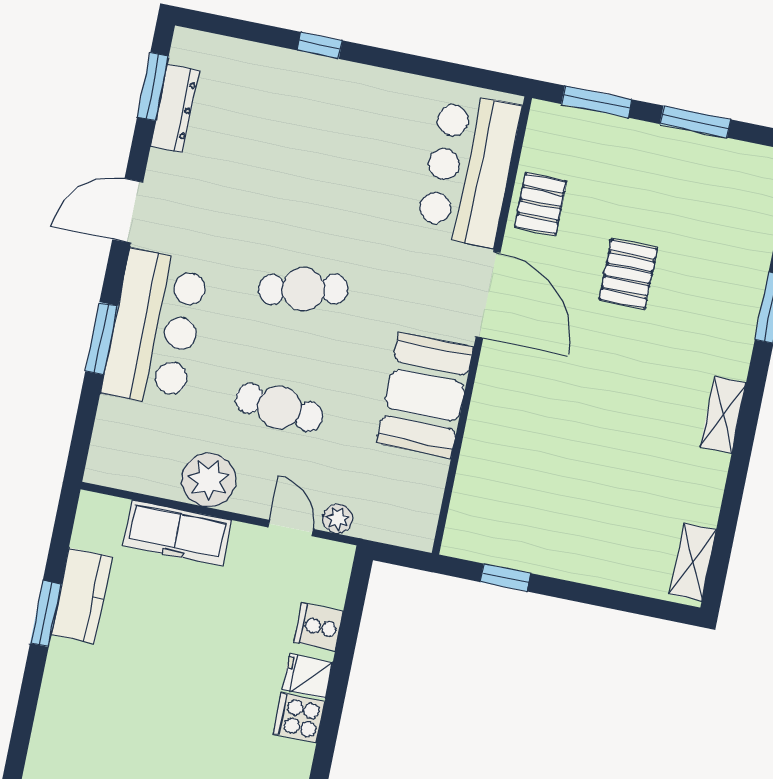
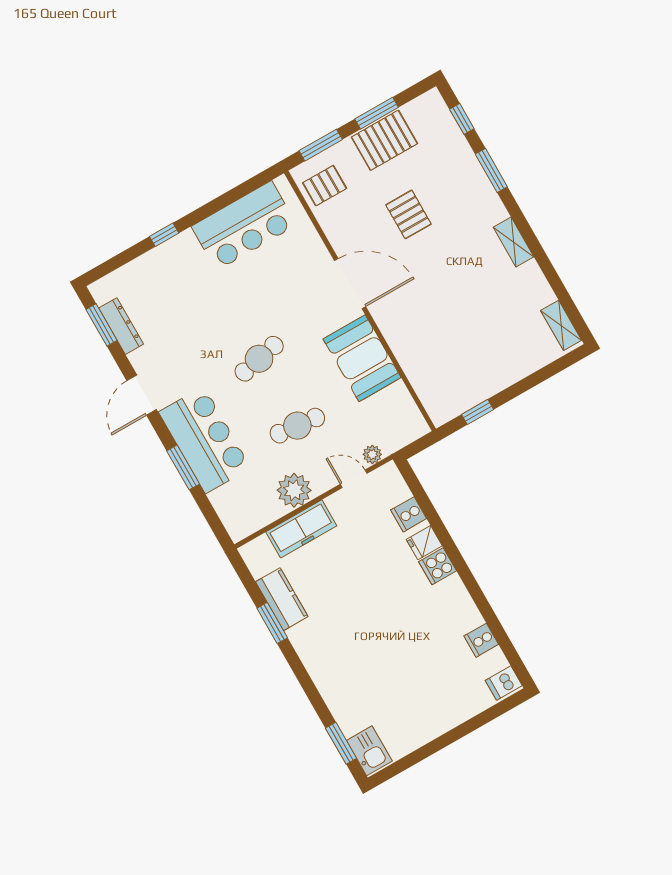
pallet: (676, 162) -> (384, 140), added
bar counter: (469, 169) -> (244, 226), moved, turned -90
pallet: (540, 204) -> (325, 186), moved, turned 90

